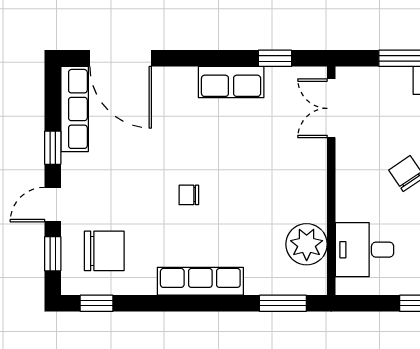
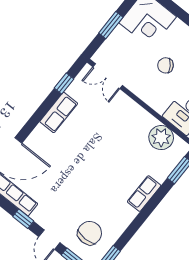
chair: (189, 195) -> (95, 173), removed
row of seats: (200, 281) -> (144, 194), width x0.68

